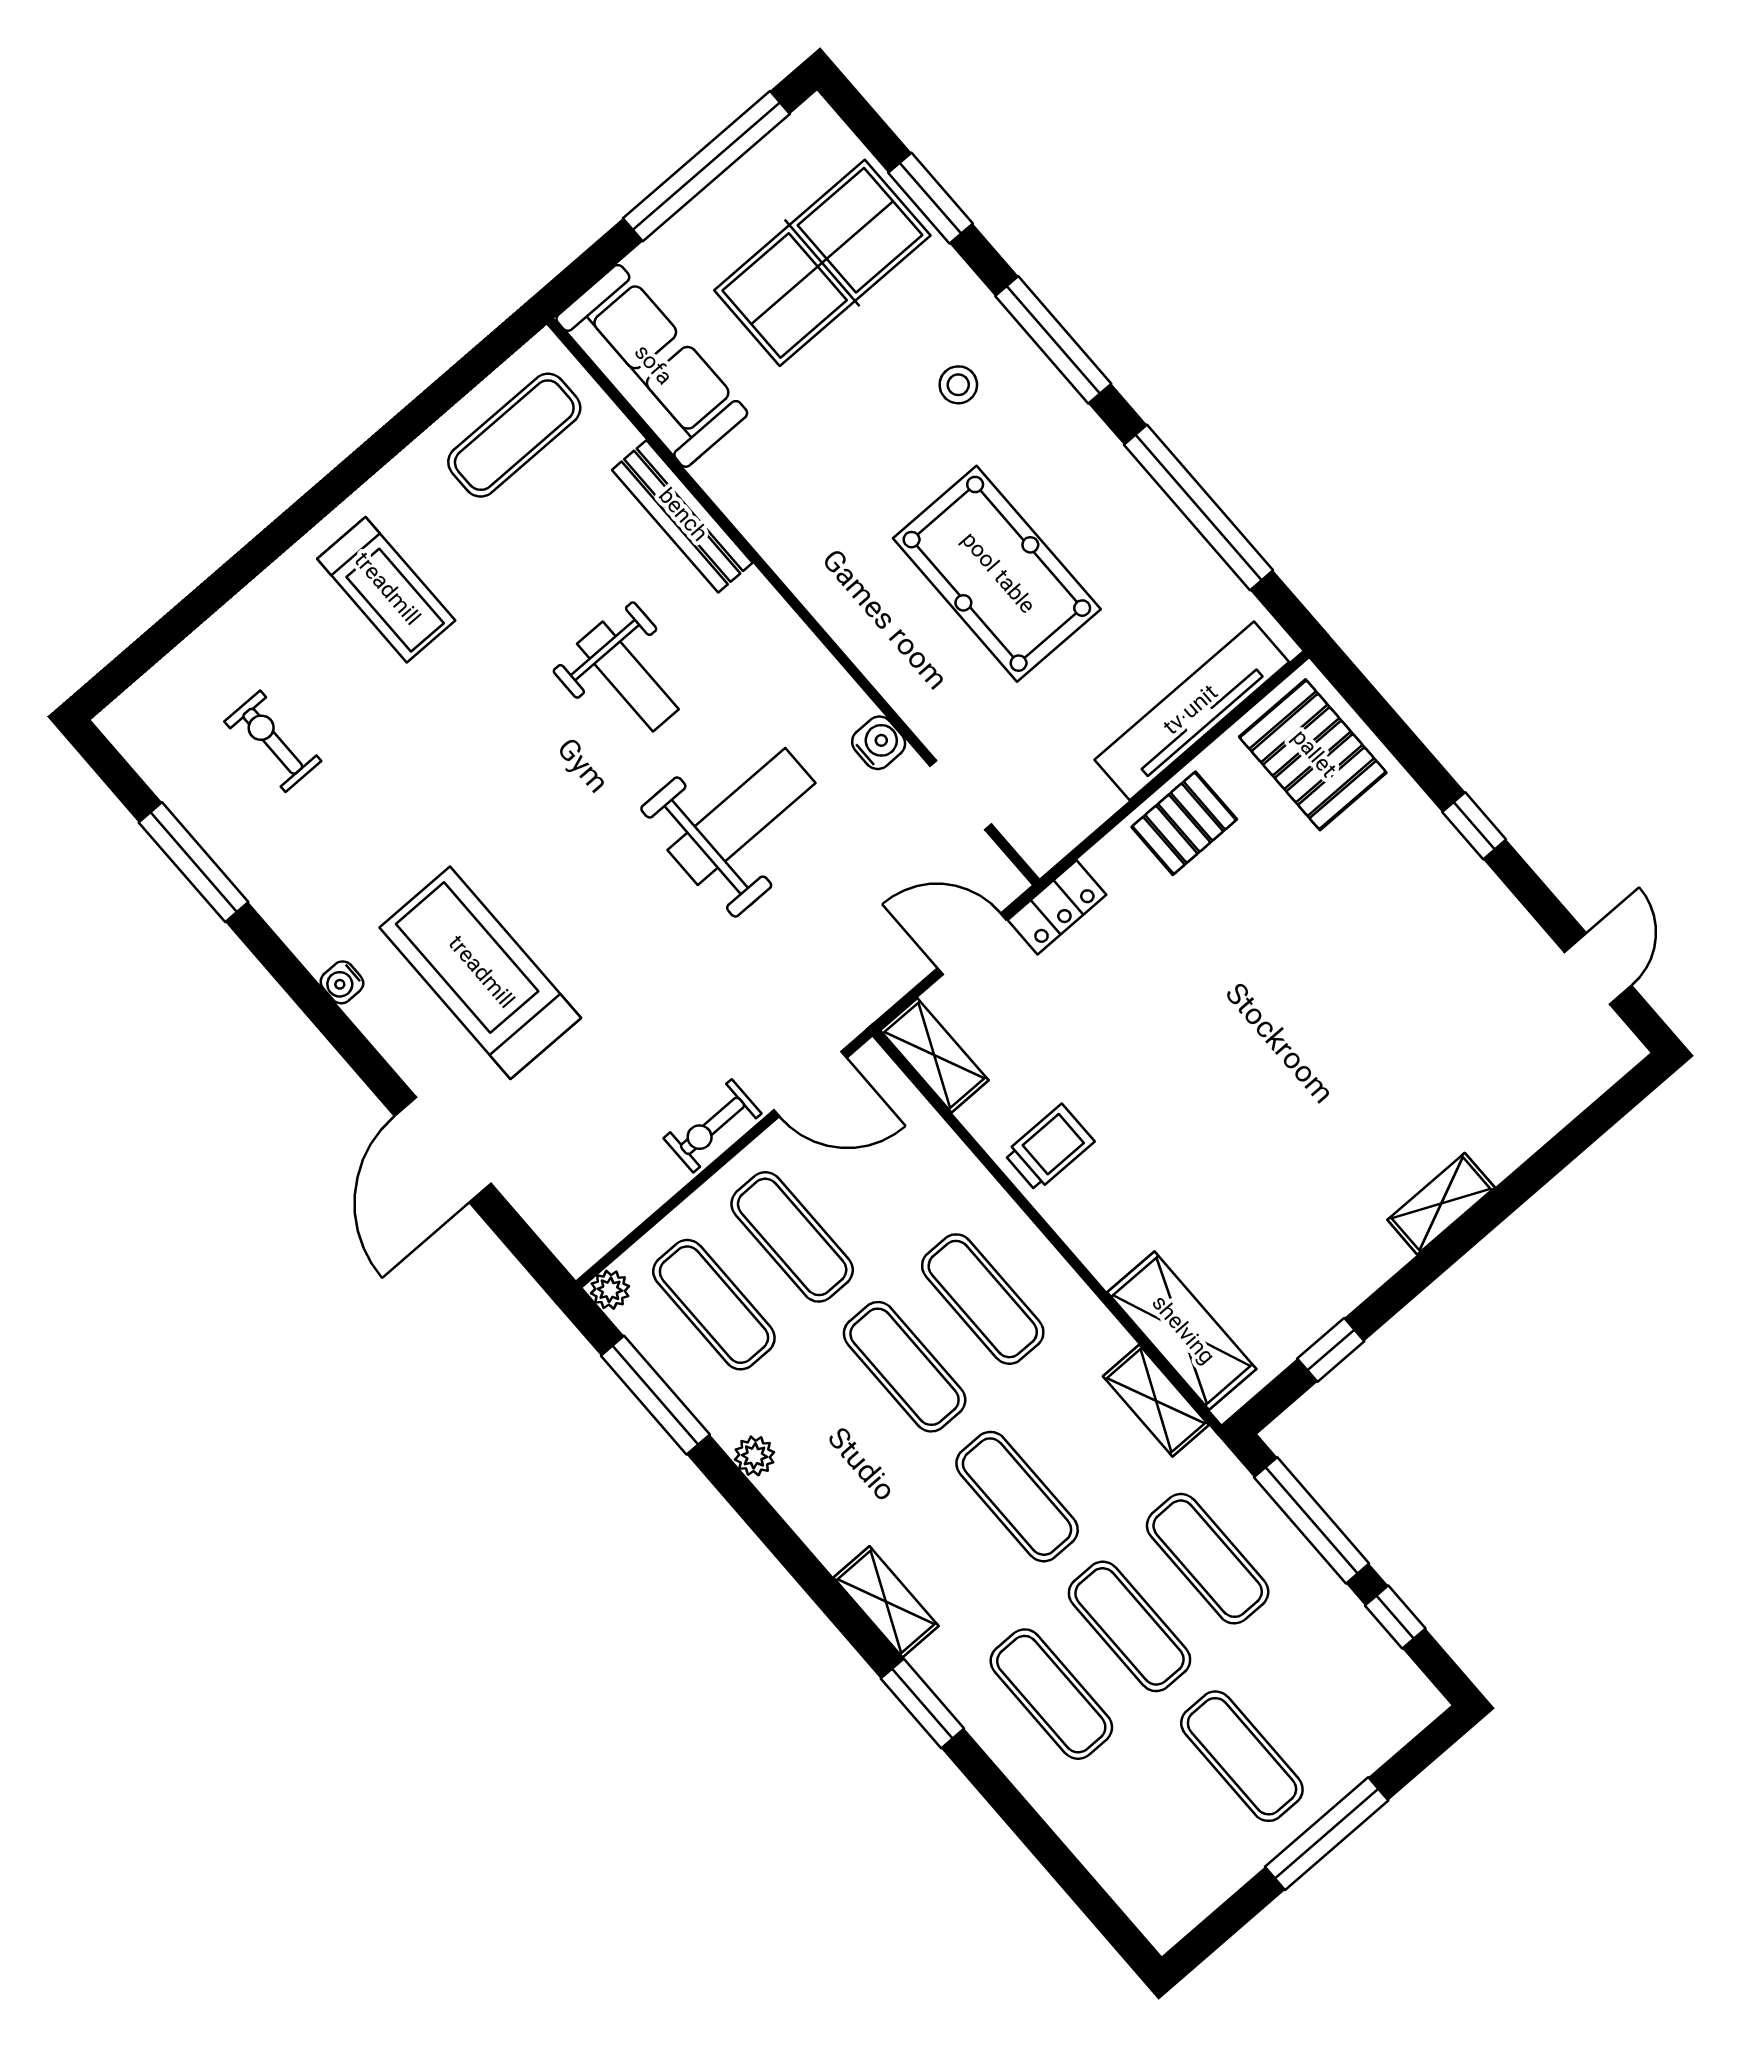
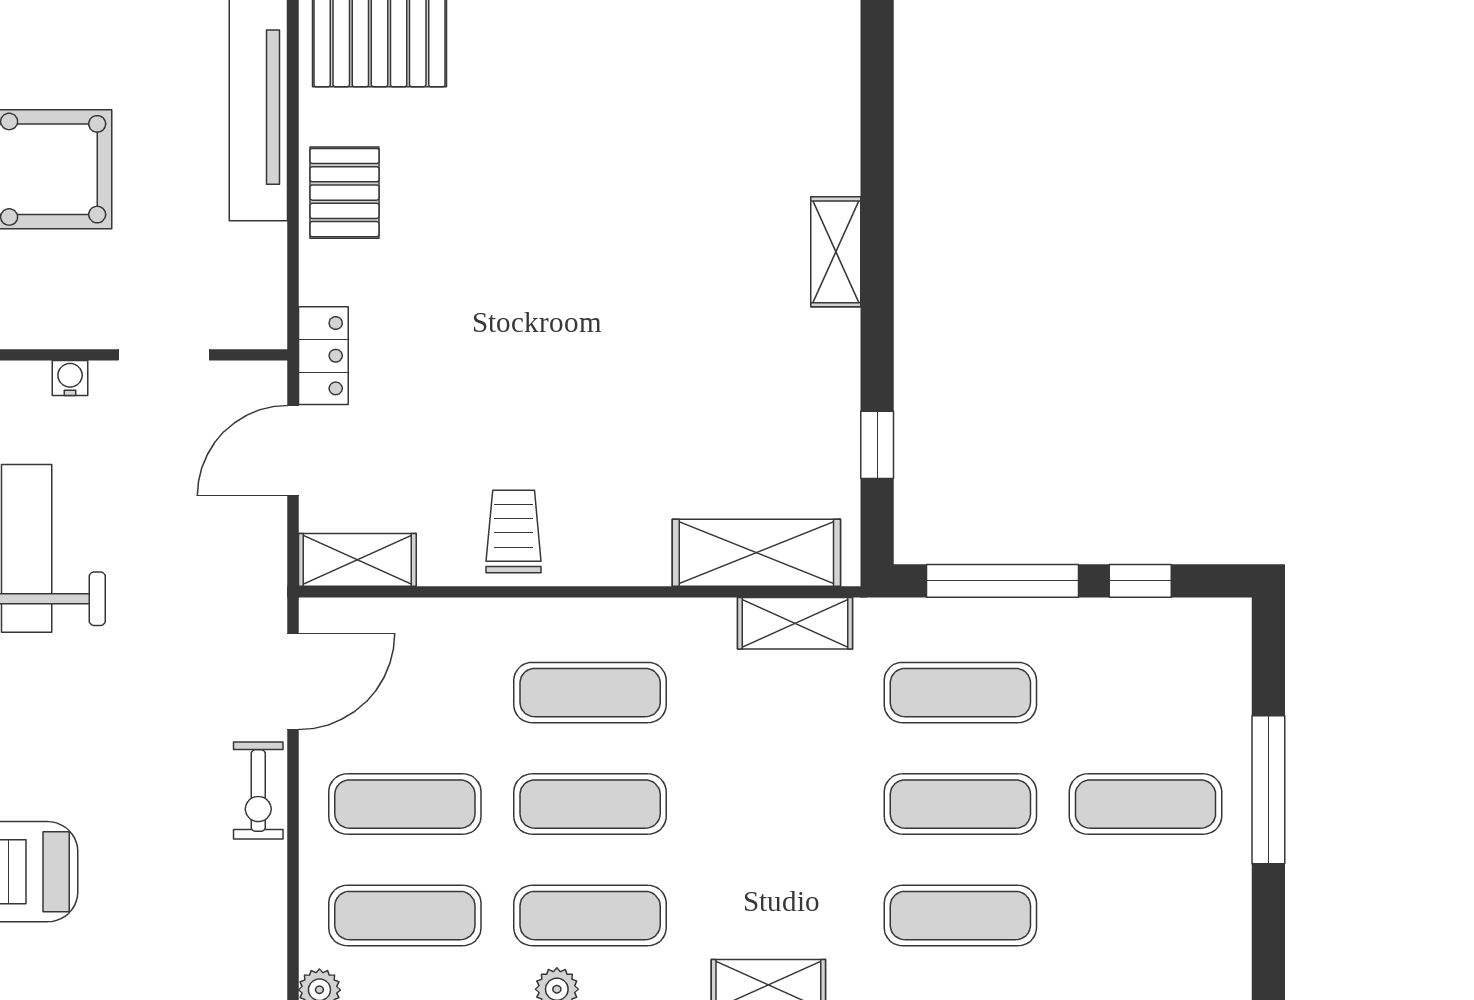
water cooler: (879, 743) -> (70, 378), width x0.72, depth x0.72
exercise mat: (1017, 1497) -> (590, 916), moved

